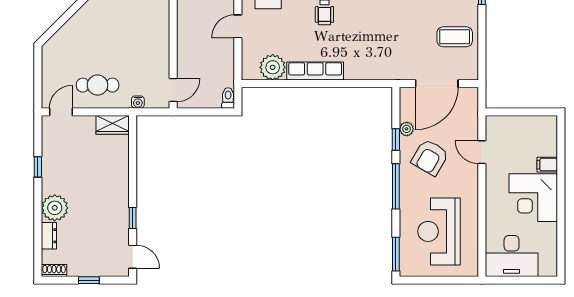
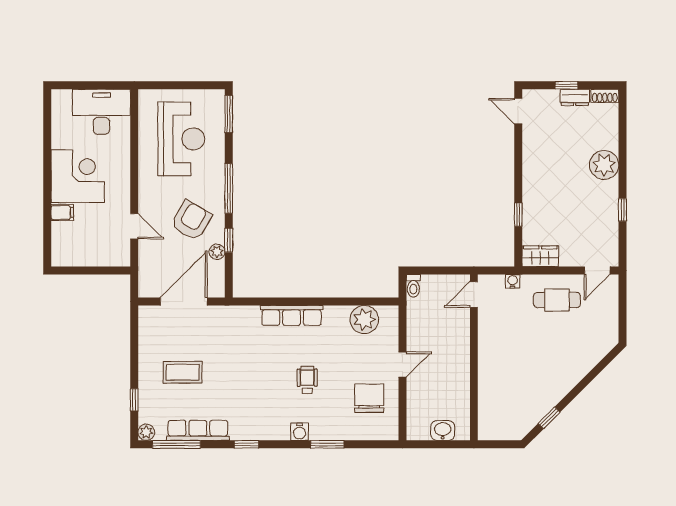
coffee table: (455, 37) -> (182, 372), moved
row of seats: (315, 71) -> (292, 315), moved
window: (133, 218) -> (518, 215), moved
dresser: (49, 236) -> (575, 97), moved, turned -90

